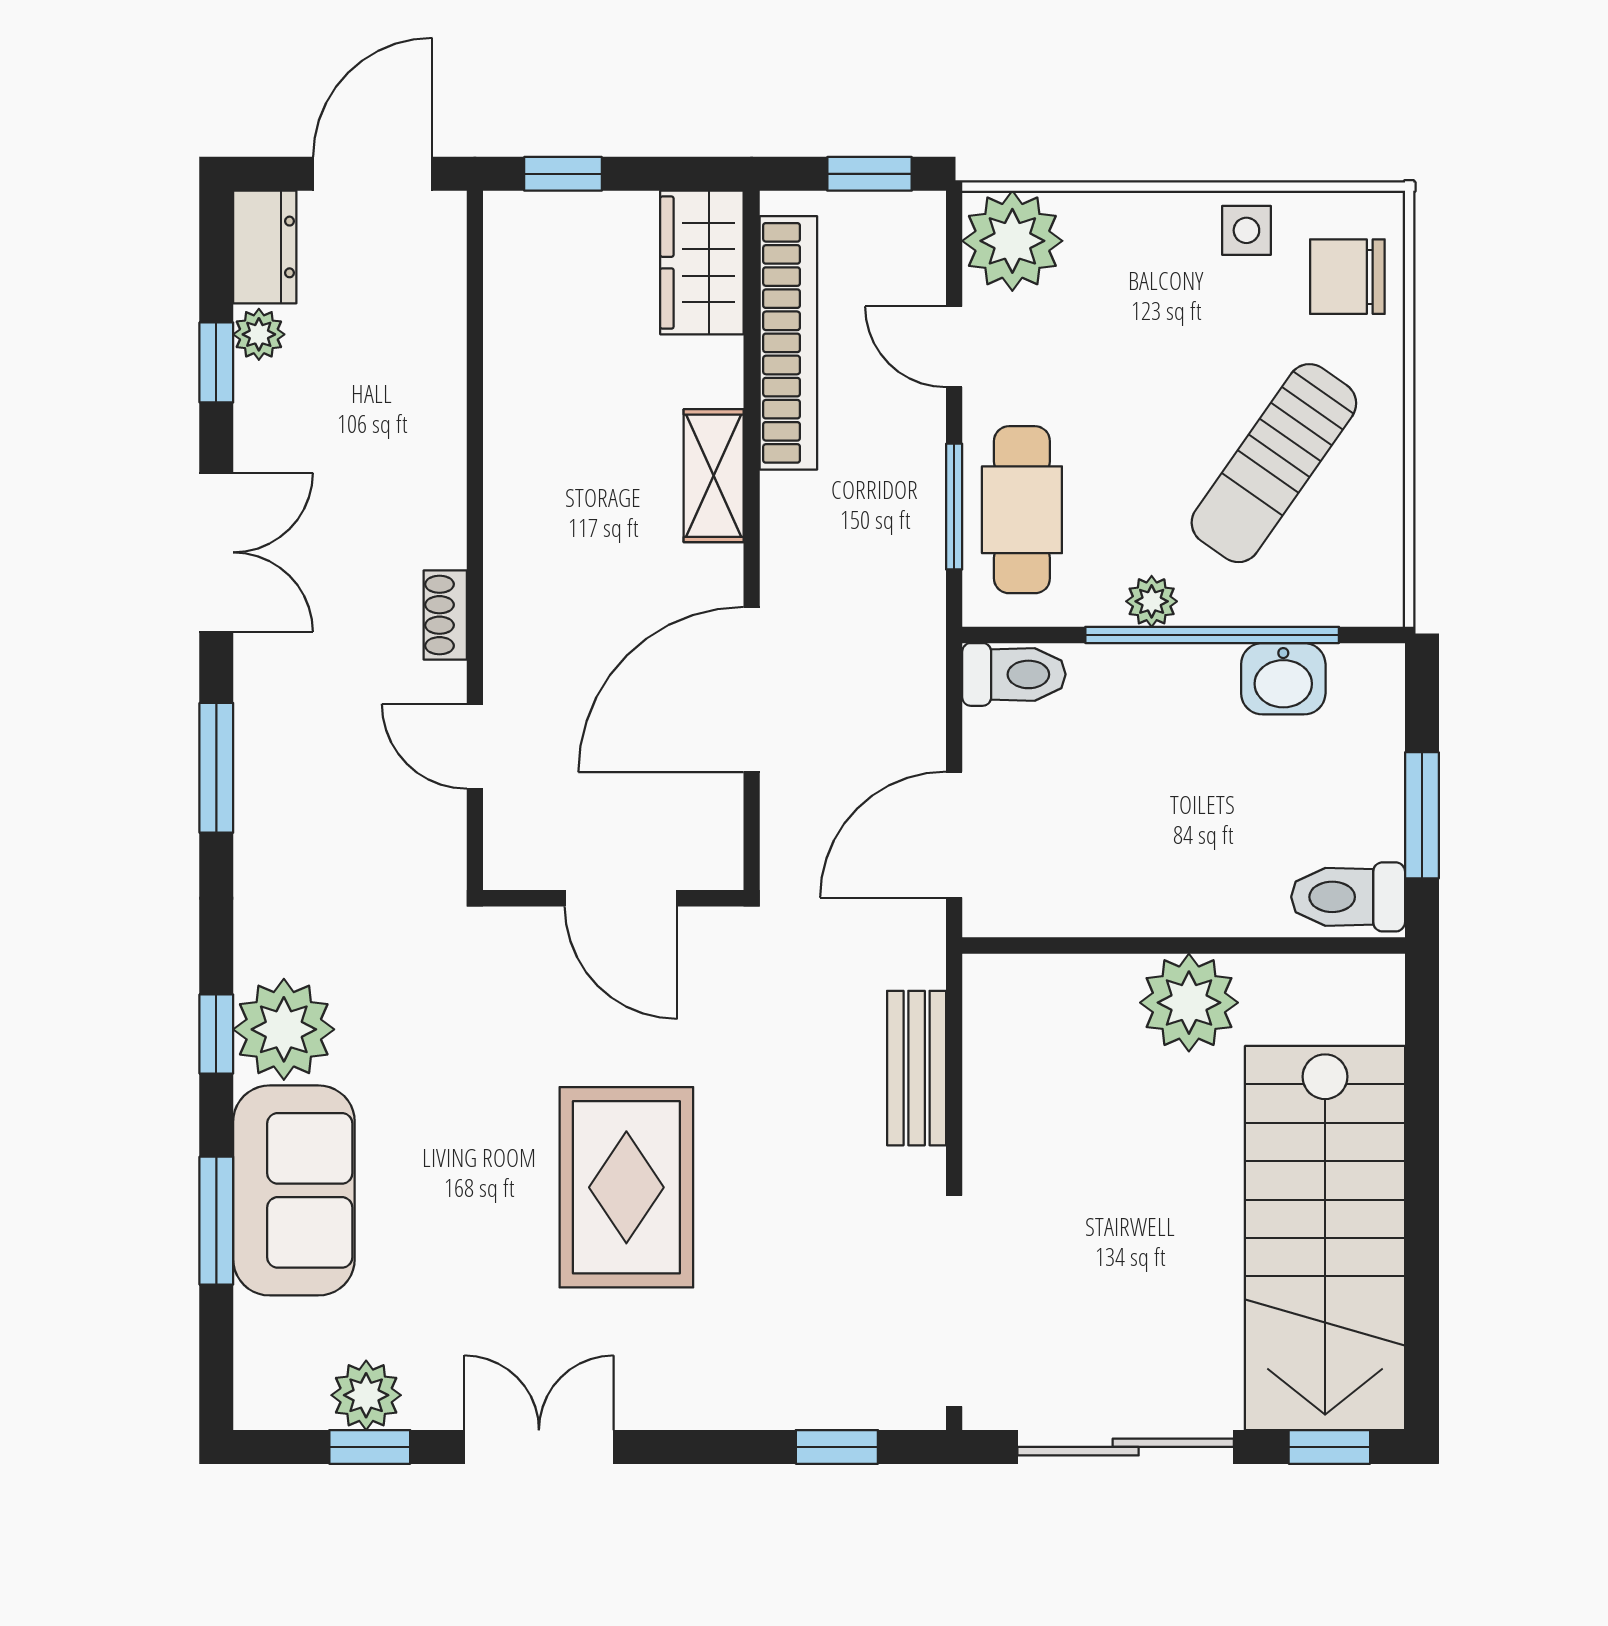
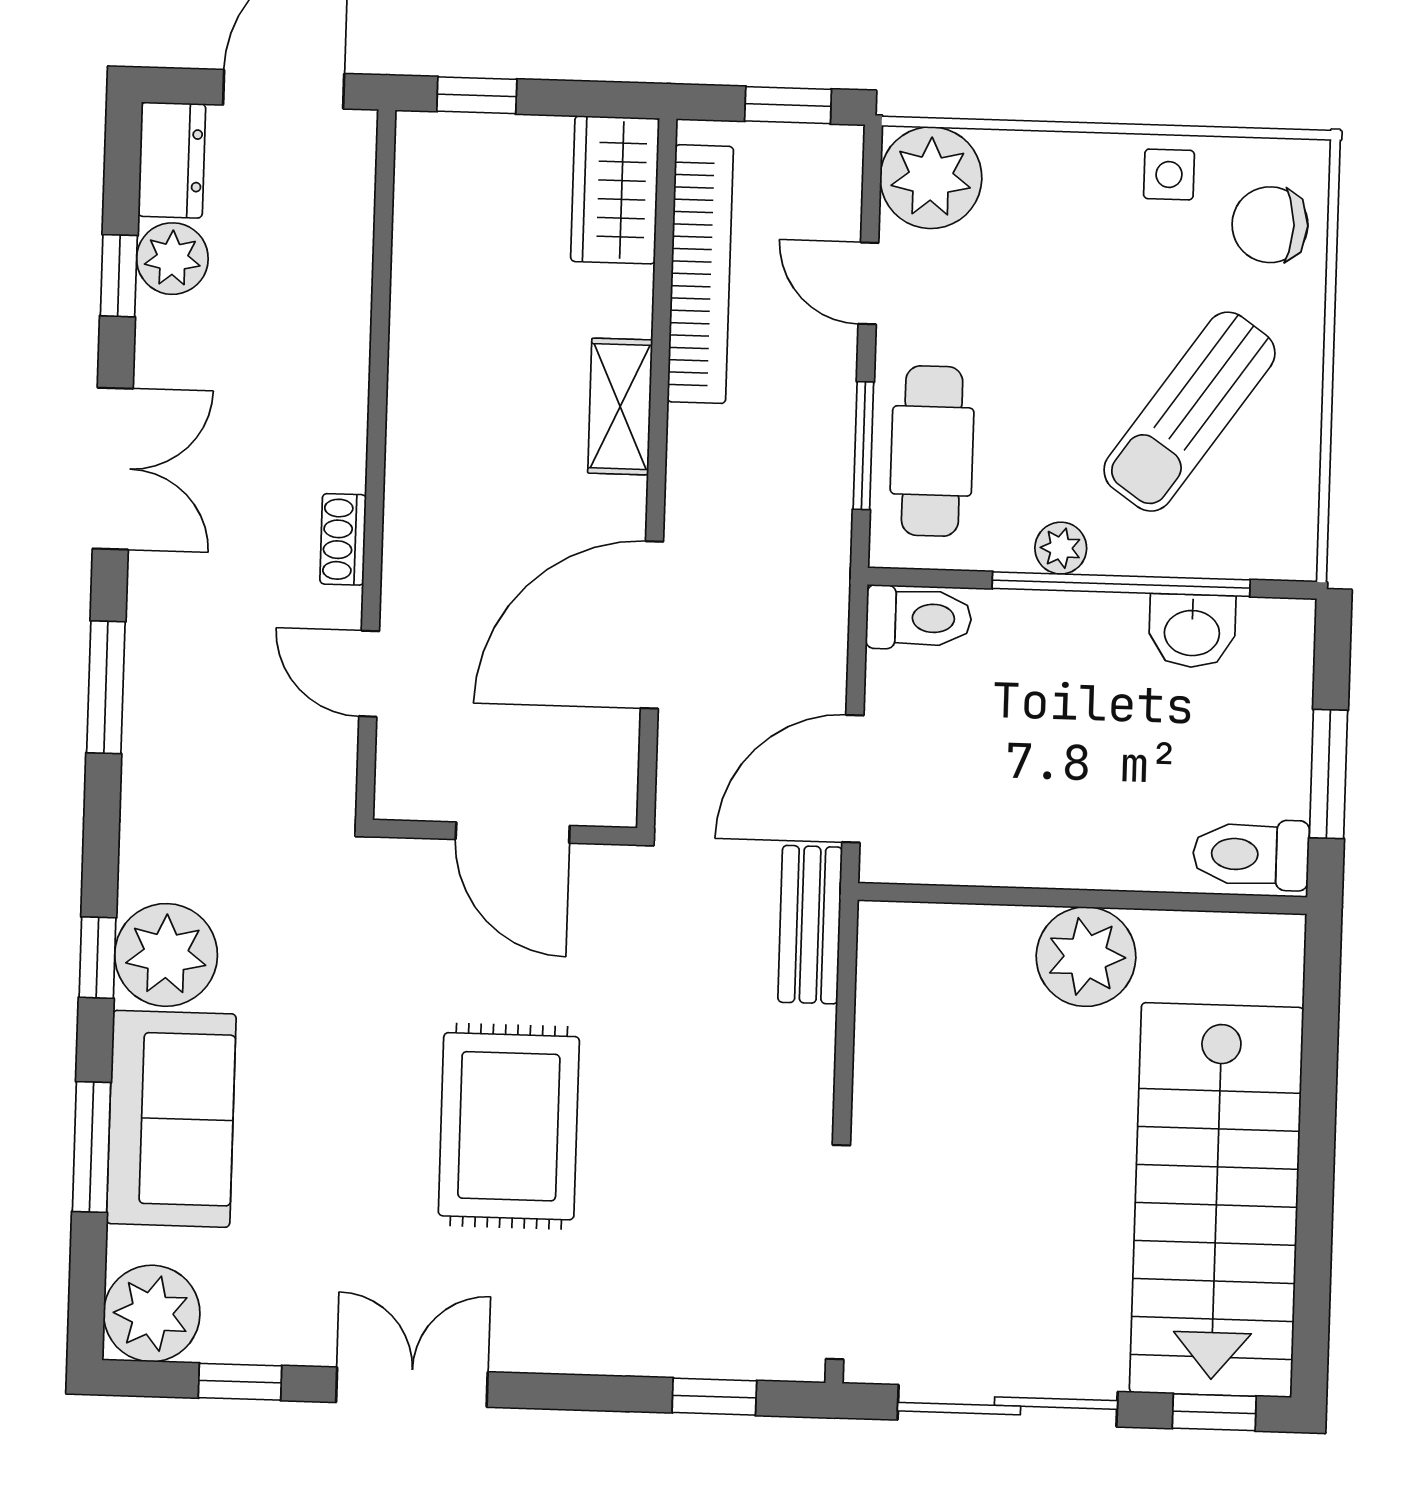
plant: (259, 334) -> (172, 259), width x1.38, depth x1.38
bench: (917, 1068) -> (810, 925), moved
plant: (366, 1395) -> (152, 1313), moved, width x1.36, depth x1.36

